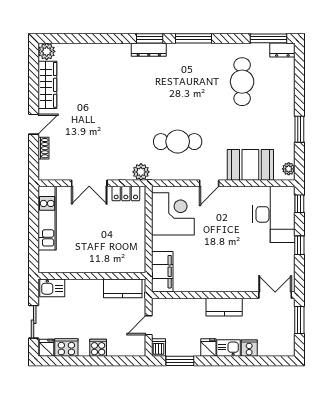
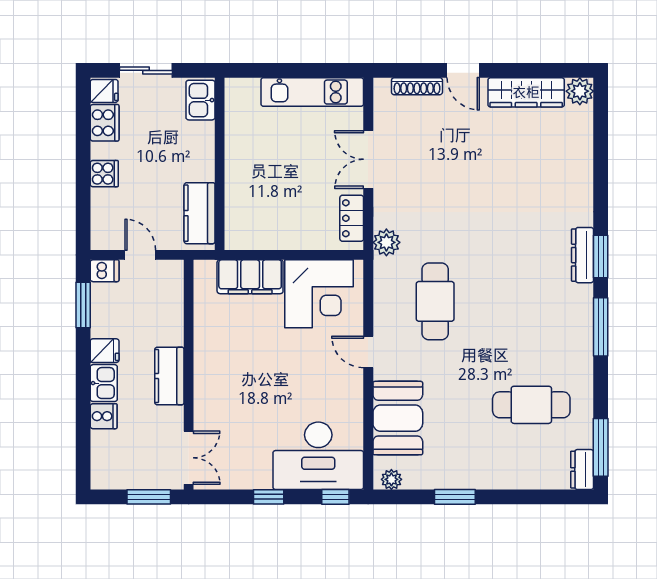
shoe rack: (44, 148) -> (417, 86), width x1.43
filing cabinet: (162, 272) -> (250, 277), moved

